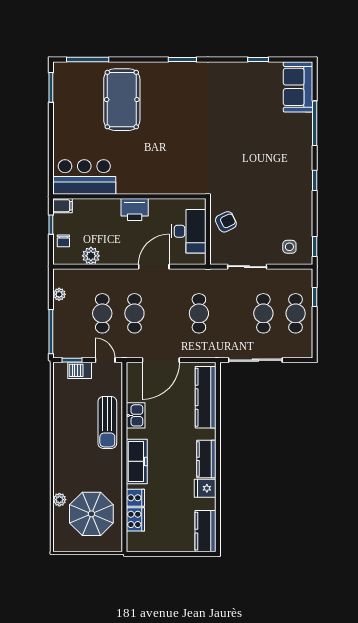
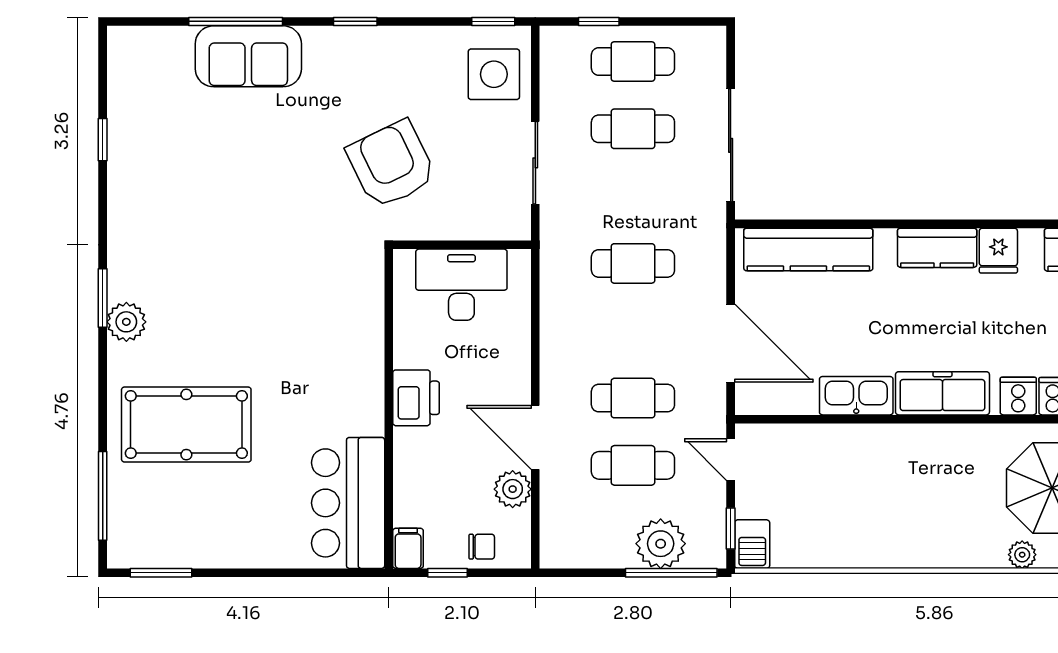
plant: (171, 71) -> (126, 322), added
sofa: (298, 87) -> (248, 56), moved
armchair: (226, 222) -> (391, 164), moved, width x1.88, depth x1.88
side table: (289, 247) -> (494, 74), width x1.87, depth x1.87
door: (154, 267) -> (535, 437), moved
plant: (59, 294) -> (661, 544), moved, width x1.88, depth x1.88
door: (105, 360) -> (731, 459), hinge flipped
barbecue: (80, 370) -> (752, 544), moved
kitchen sink: (136, 415) -> (856, 396), width x1.38
sun lounger: (107, 422) -> (861, 455), removed

